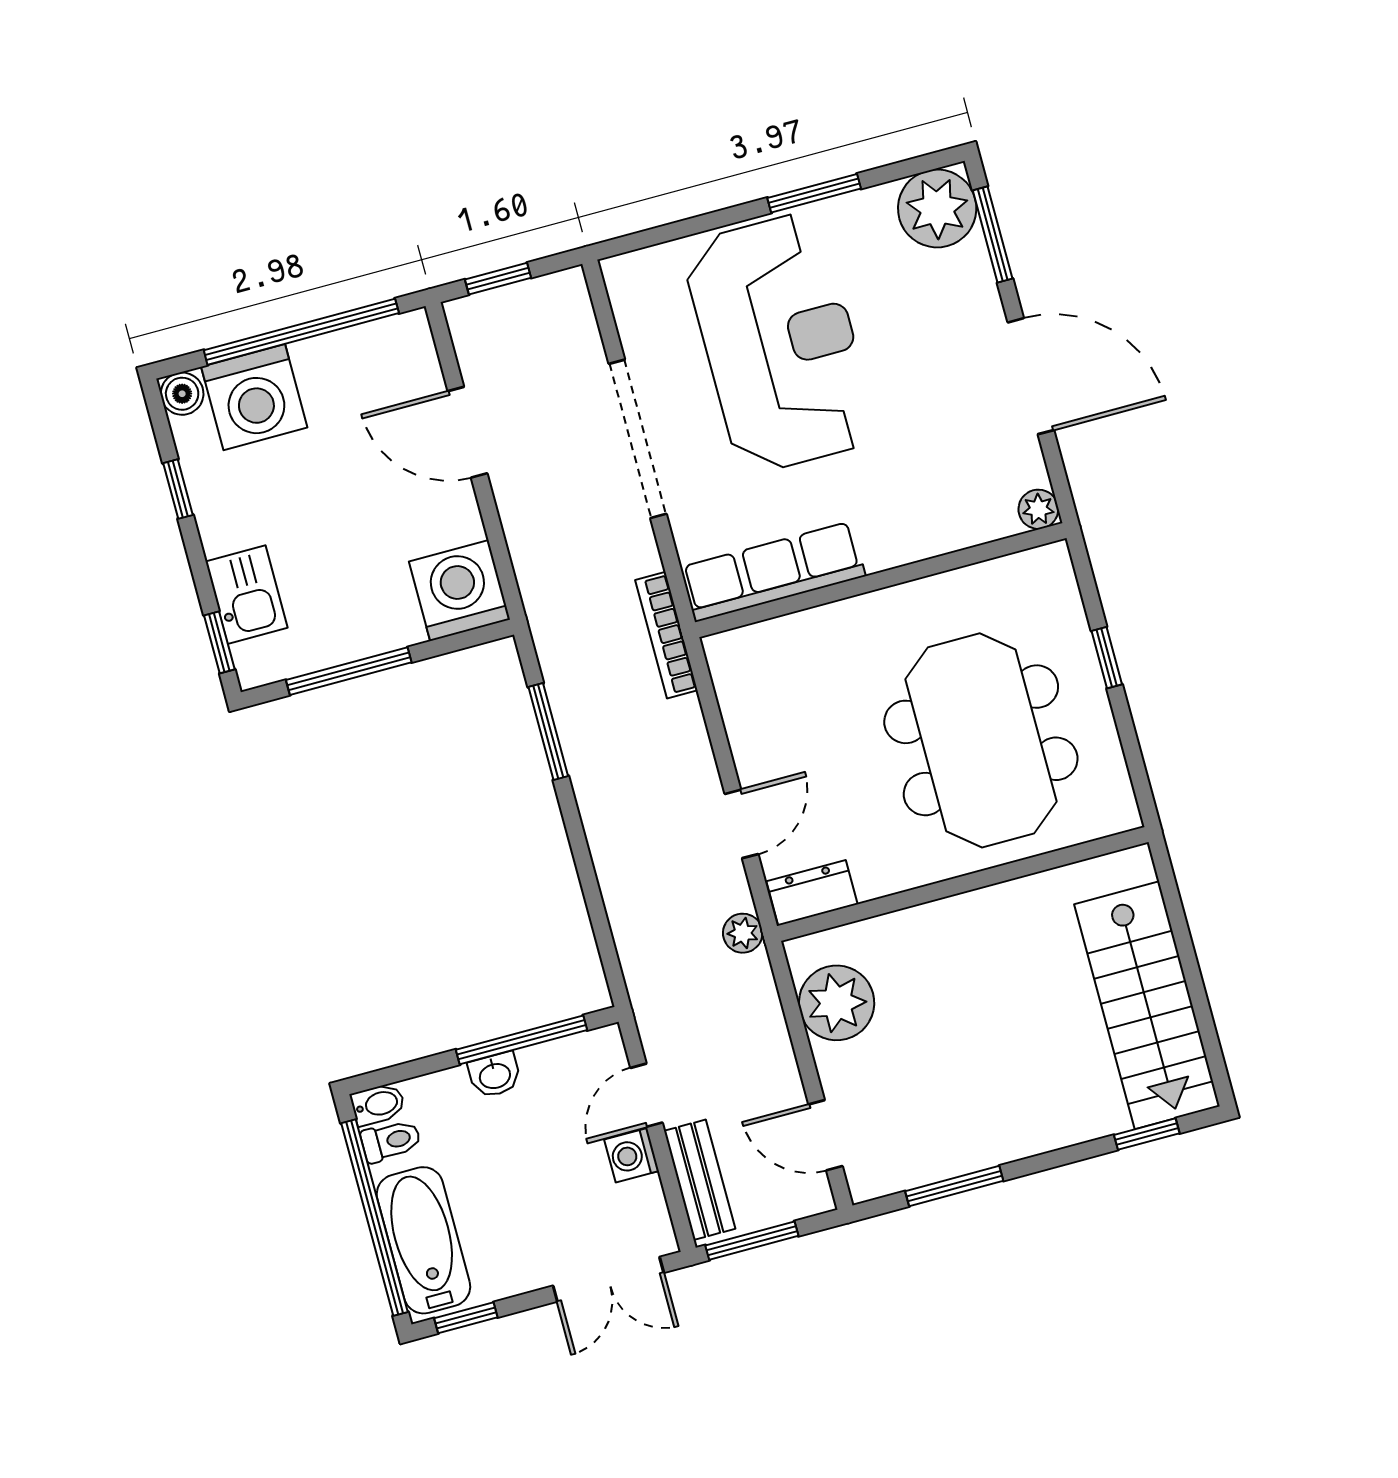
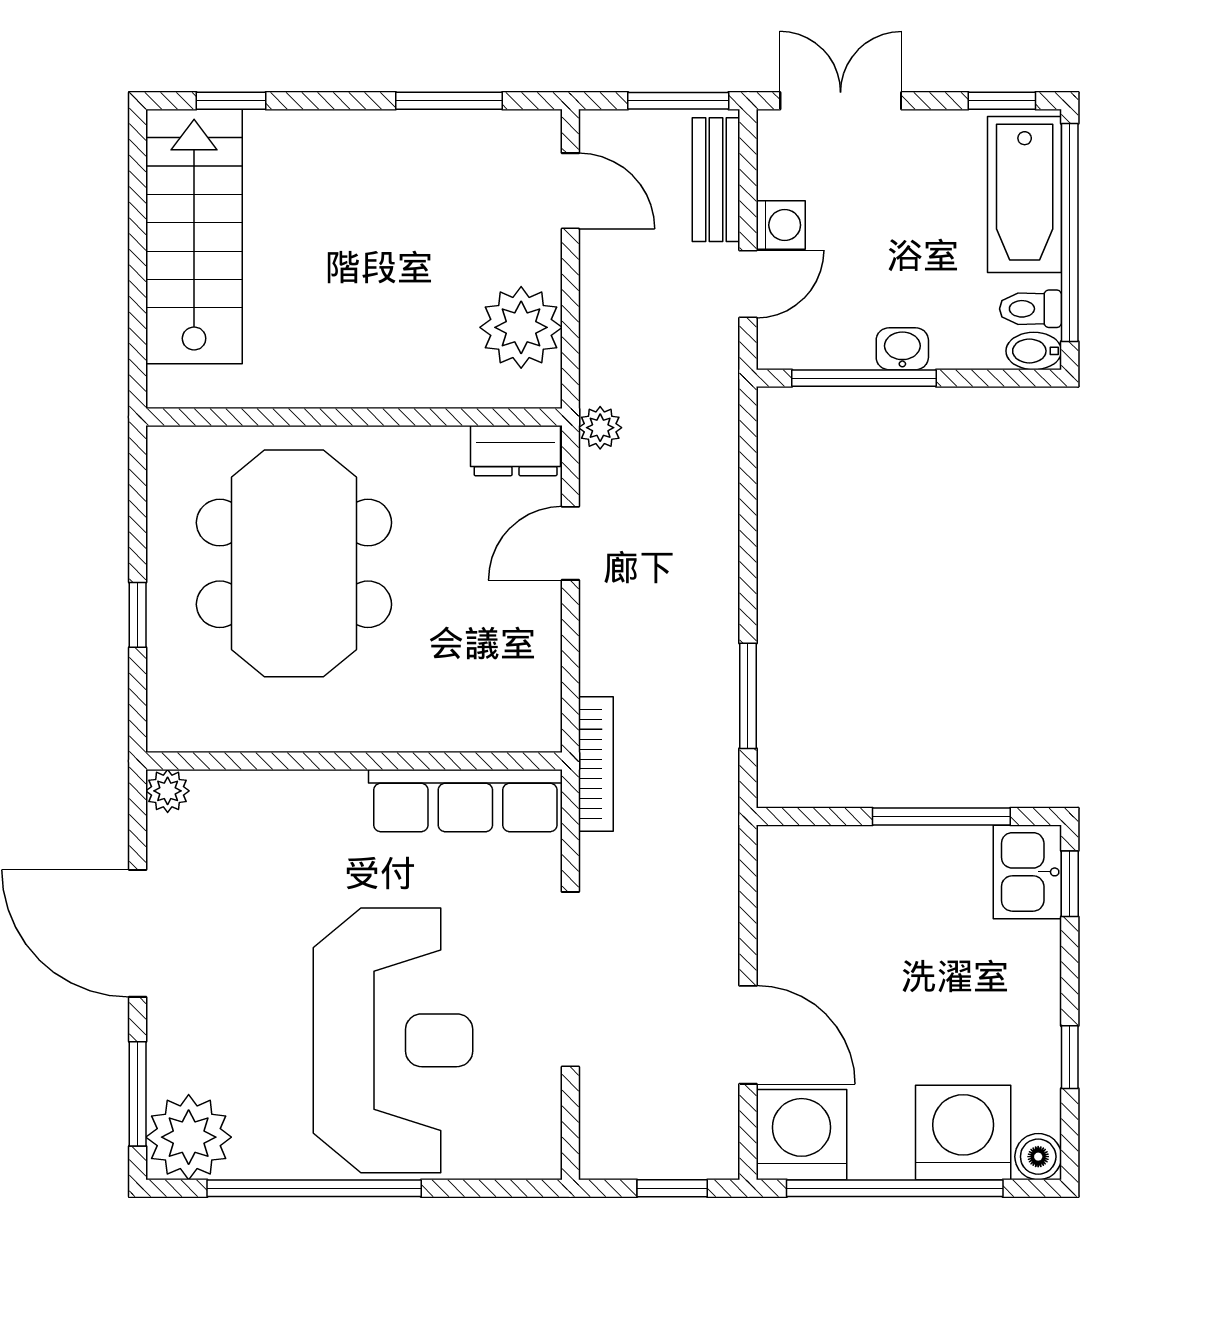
window: (814, 193) -> (314, 1188), width x2.11
reception desk: (780, 343) -> (393, 1040), turned 180
washing machine: (460, 590) -> (801, 1135), moved, turned 180
kitchen sink: (247, 595) -> (1027, 872), moved

